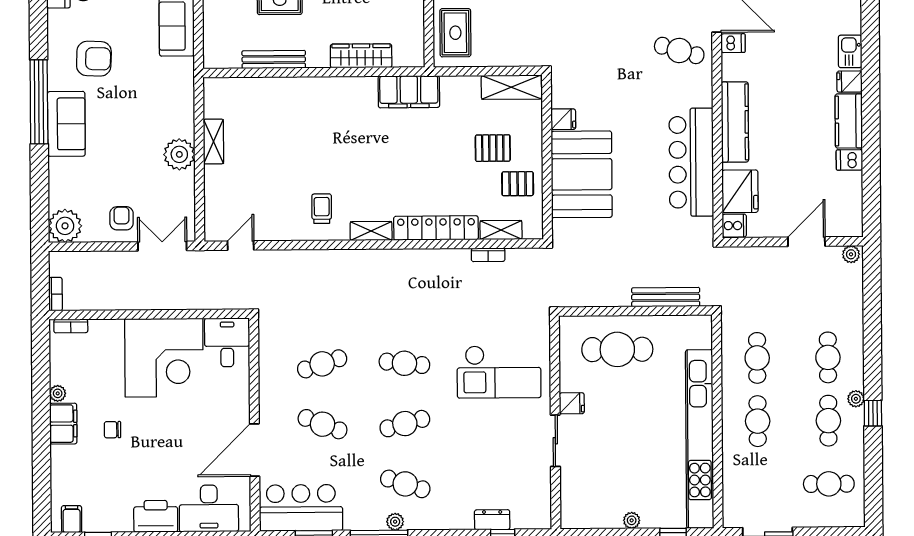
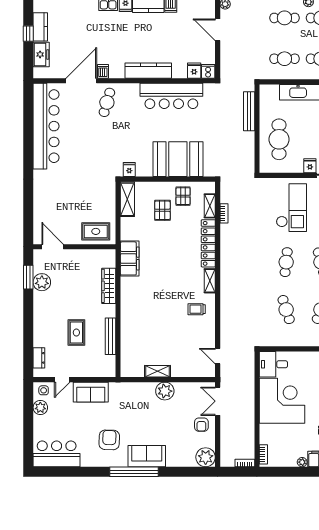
fridge: (563, 119) -> (129, 170), moved
fridge: (740, 191) -> (194, 71), width x0.53, depth x0.75
armchair: (122, 218) -> (201, 425), turned -90

